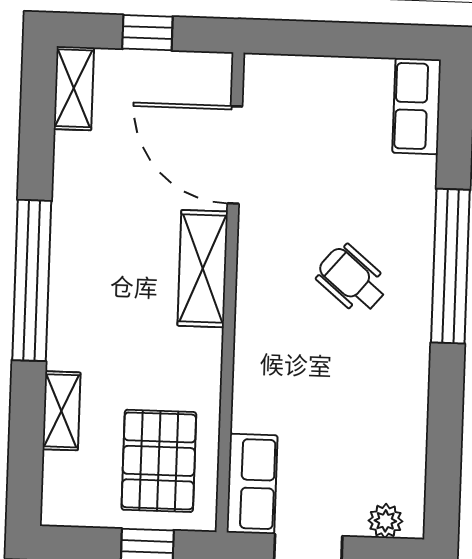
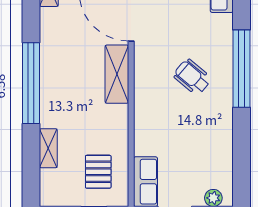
pallet: (159, 461) -> (98, 172), width x0.67, depth x0.71

